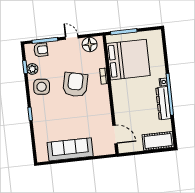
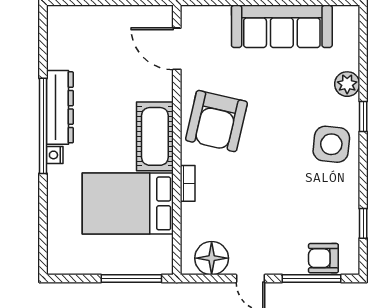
bed: (128, 60) -> (128, 203), width x0.73
plant: (32, 69) -> (347, 84), moved
armchair: (75, 85) -> (216, 121), moved
side table: (42, 87) -> (331, 144), moved
cot: (158, 141) -> (155, 136), moved, turned 90

